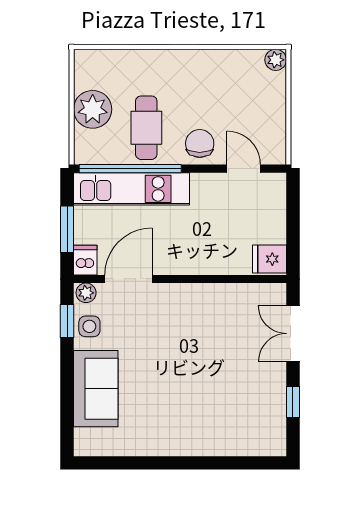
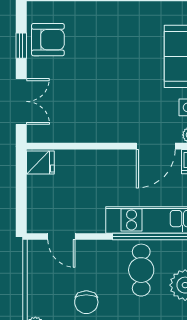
chair: (200, 143) -> (86, 302), moved
armchair: (260, 409) -> (48, 40), added

